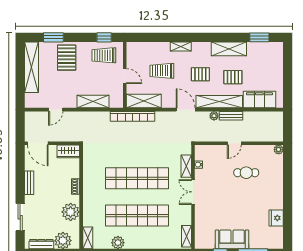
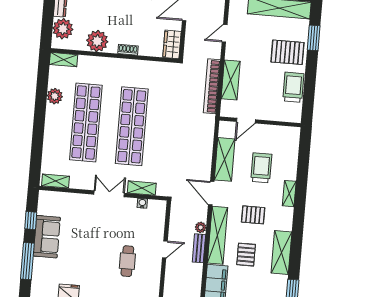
window: (104, 37) -> (308, 100), removed
trolley: (104, 55) -> (293, 87), moved
pallet: (200, 74) -> (253, 215), turned 90
door: (125, 76) -> (246, 121), moved
shelving: (144, 101) -> (225, 159), moved
door: (56, 110) -> (225, 33), hinge flipped
door: (186, 110) -> (211, 193), swing flipped
bookcase: (132, 116) -> (212, 86), moved
door: (234, 143) -> (165, 249), swing flipped

